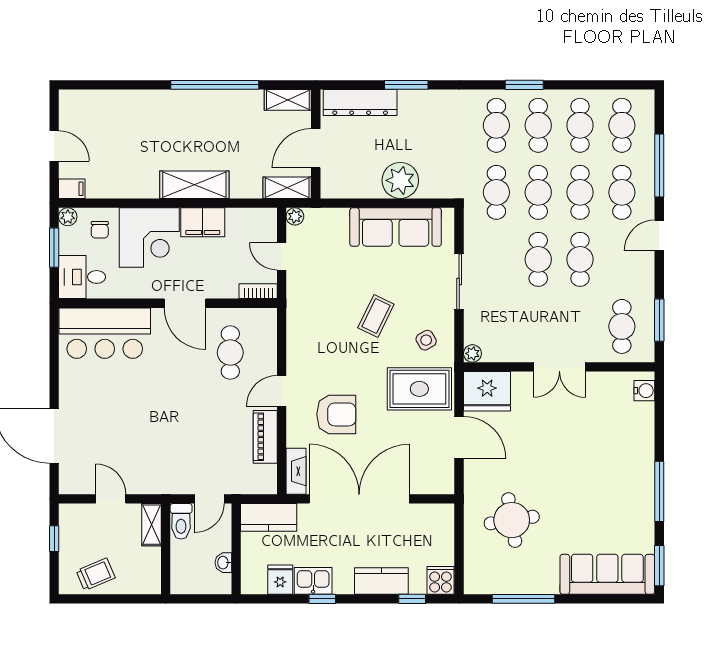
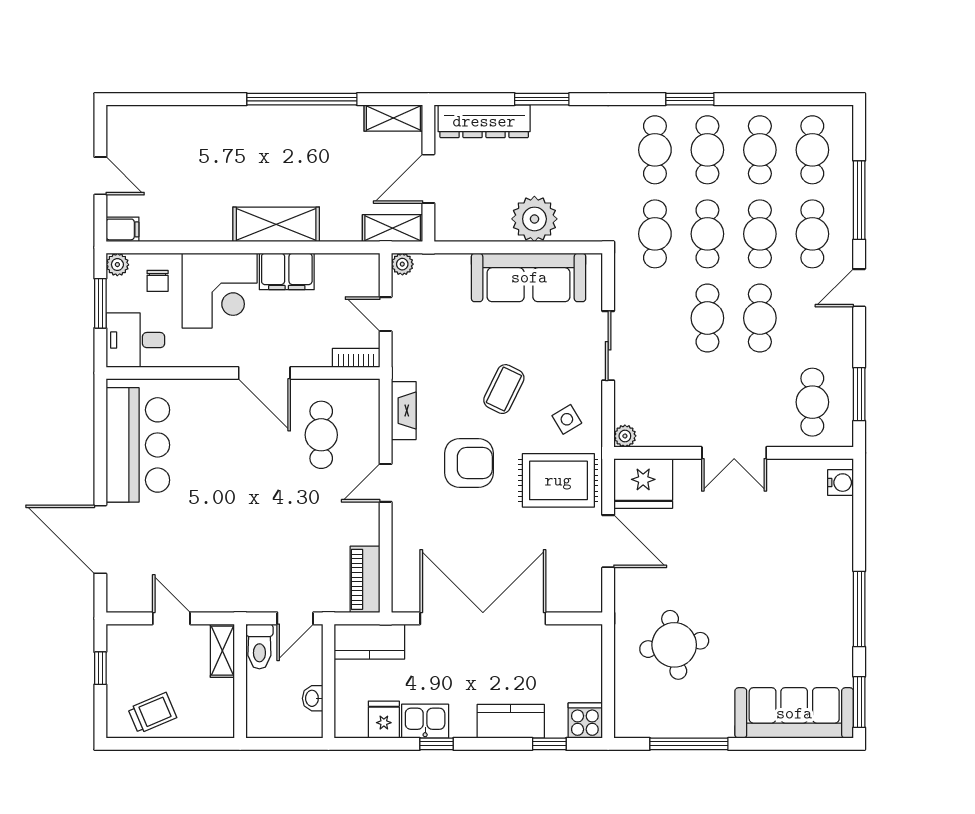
bar counter: (105, 333) -> (138, 445), moved, turned -90
armchair: (336, 414) -> (469, 463), moved
piano: (265, 437) -> (365, 579), moved
fireplace: (296, 471) -> (404, 411), moved

